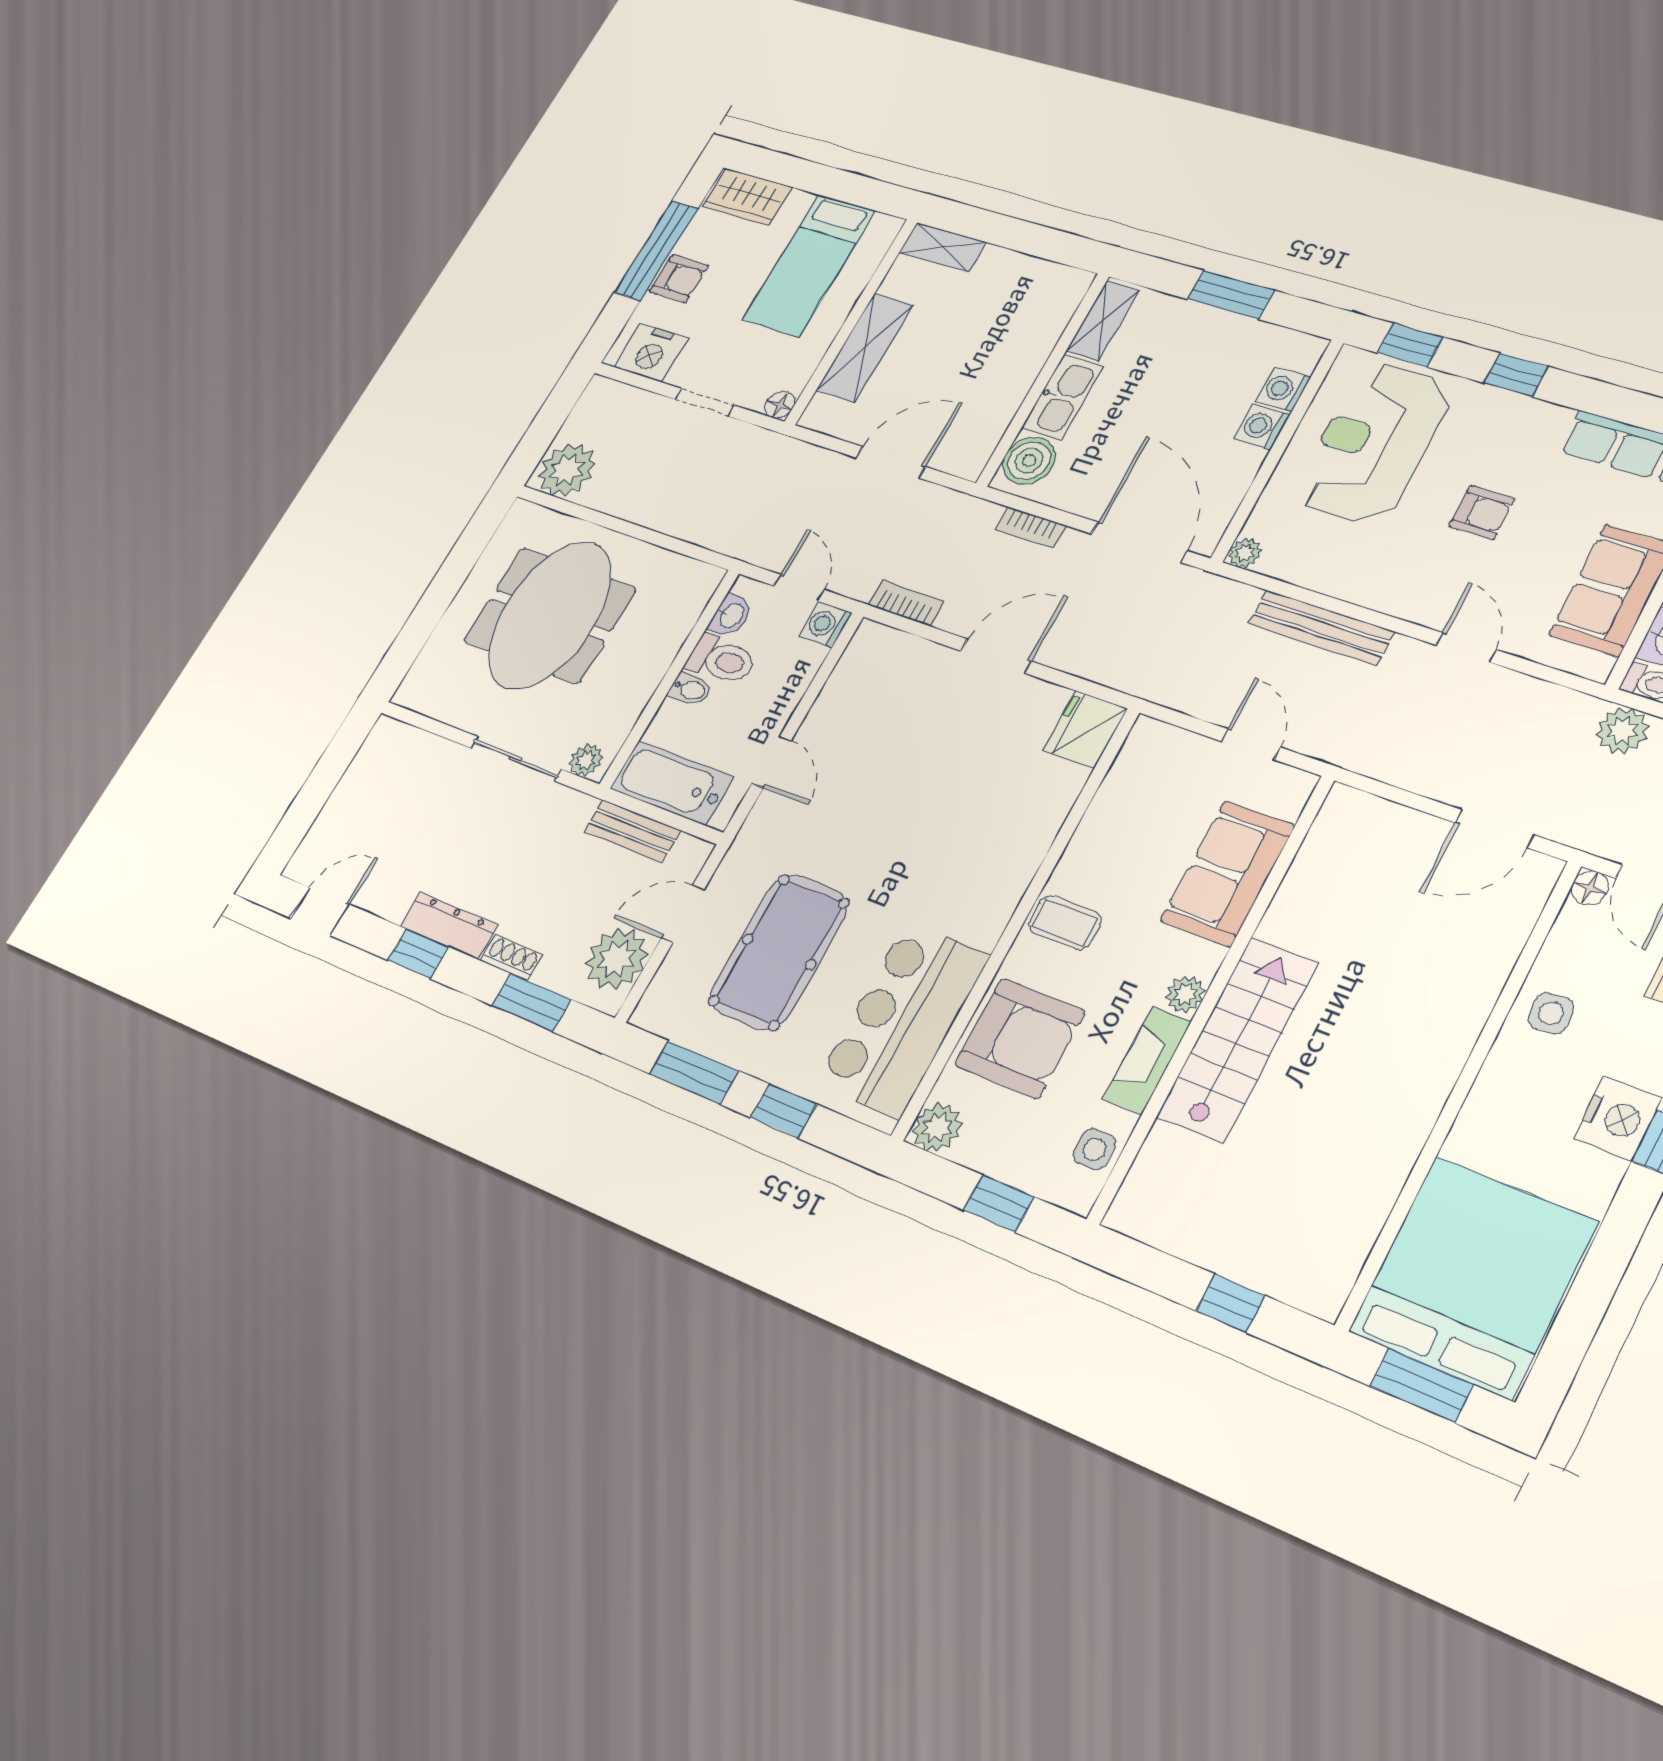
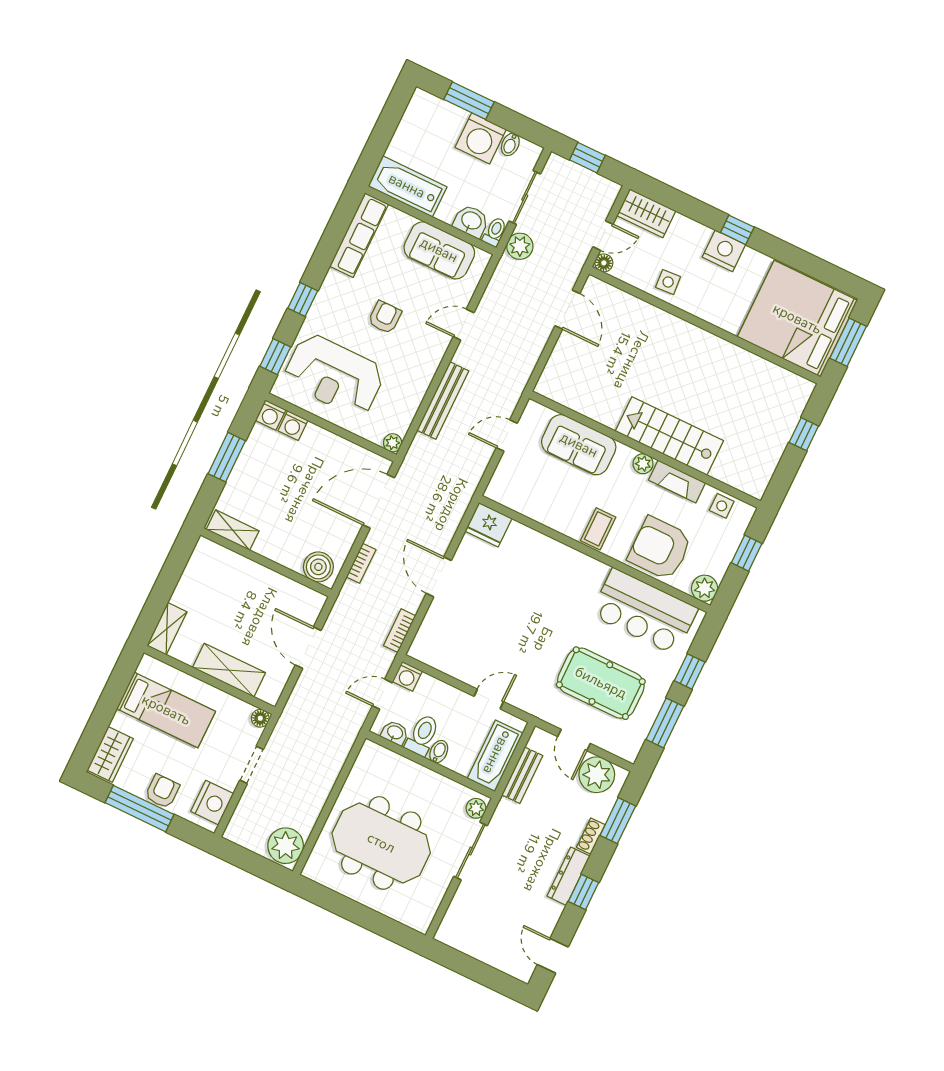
kitchen sink: (1062, 397) -> (280, 550), removed
washing machine: (1262, 427) -> (271, 415), moved
armchair: (1020, 1038) -> (660, 548), turned -90

